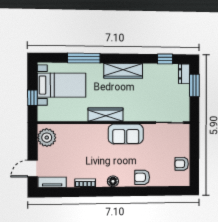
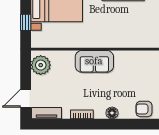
wardrobe: (106, 115) -> (104, 40), removed
sofa: (126, 134) -> (94, 61), moved

